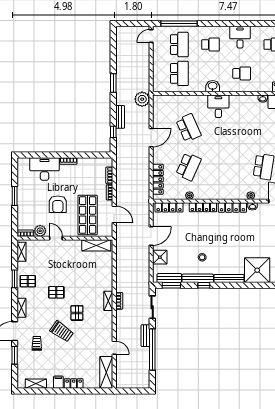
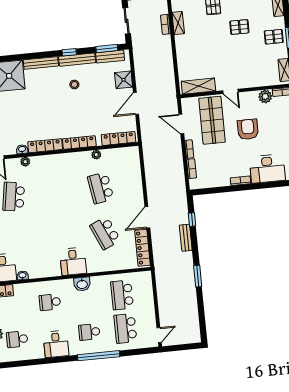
window: (179, 24) -> (99, 356), moved
plant: (142, 99) -> (162, 261), removed
school desk: (189, 167) -> (101, 188), turned -33
locker: (158, 179) -> (143, 248), moved
door: (56, 238) -> (230, 91), moved

